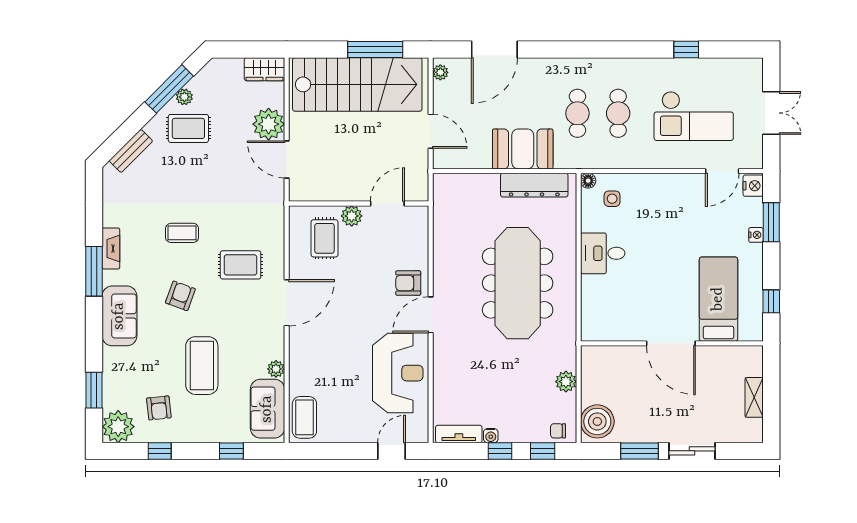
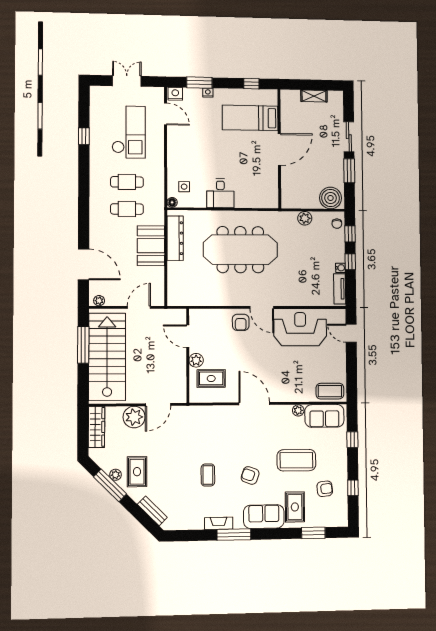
wardrobe: (264, 69) -> (97, 427), width x1.50
rug: (241, 265) -> (295, 507), moved
plant: (118, 427) -> (337, 516), removed

